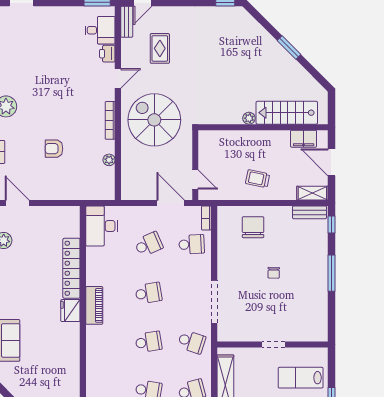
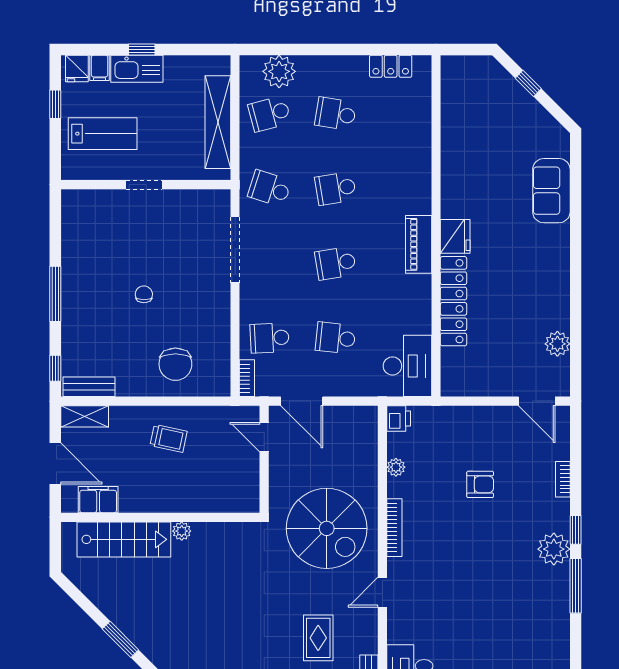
printer: (107, 54) -> (399, 419), moved
school desk: (149, 244) -> (336, 338), turned 30

